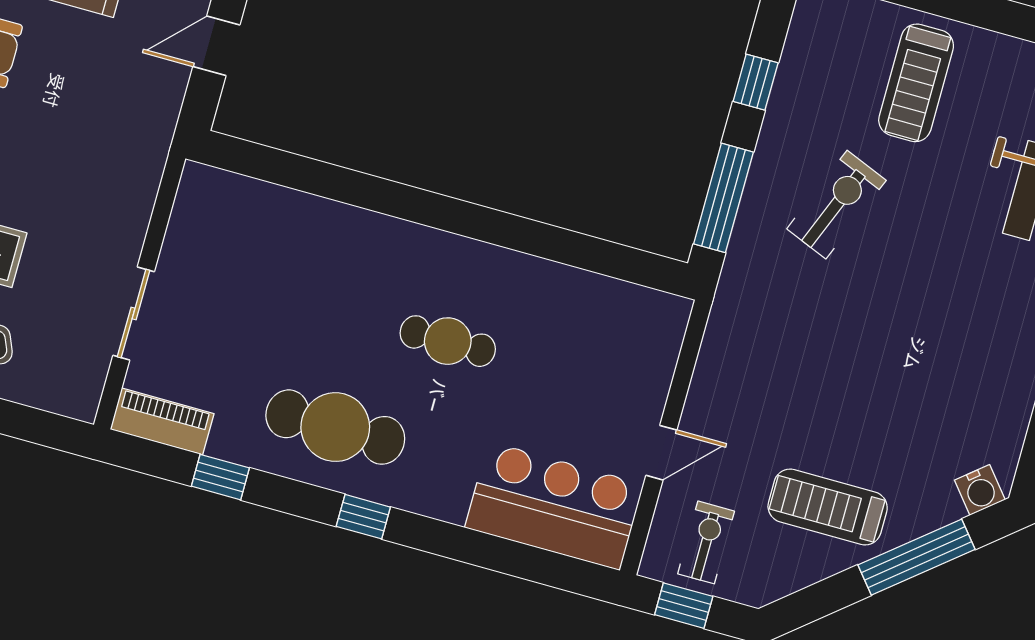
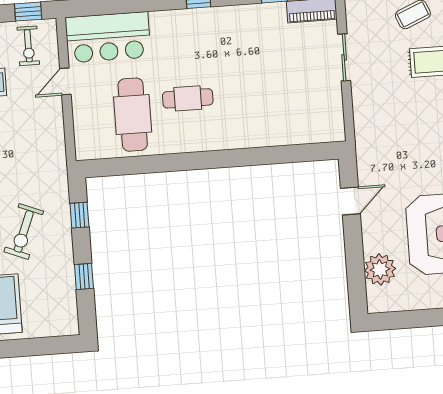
window: (723, 198) -> (79, 215), width x0.46
cafe table: (335, 427) -> (133, 115), moved, turned 90

